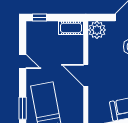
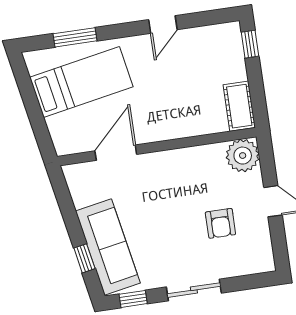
door: (86, 75) -> (116, 153), moved

